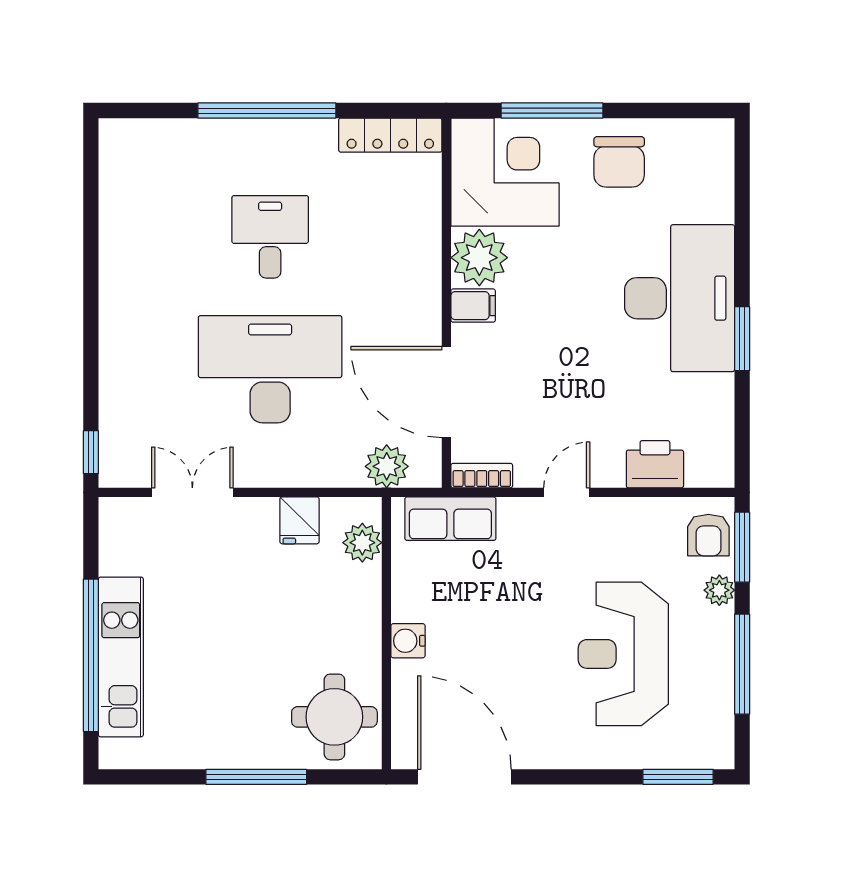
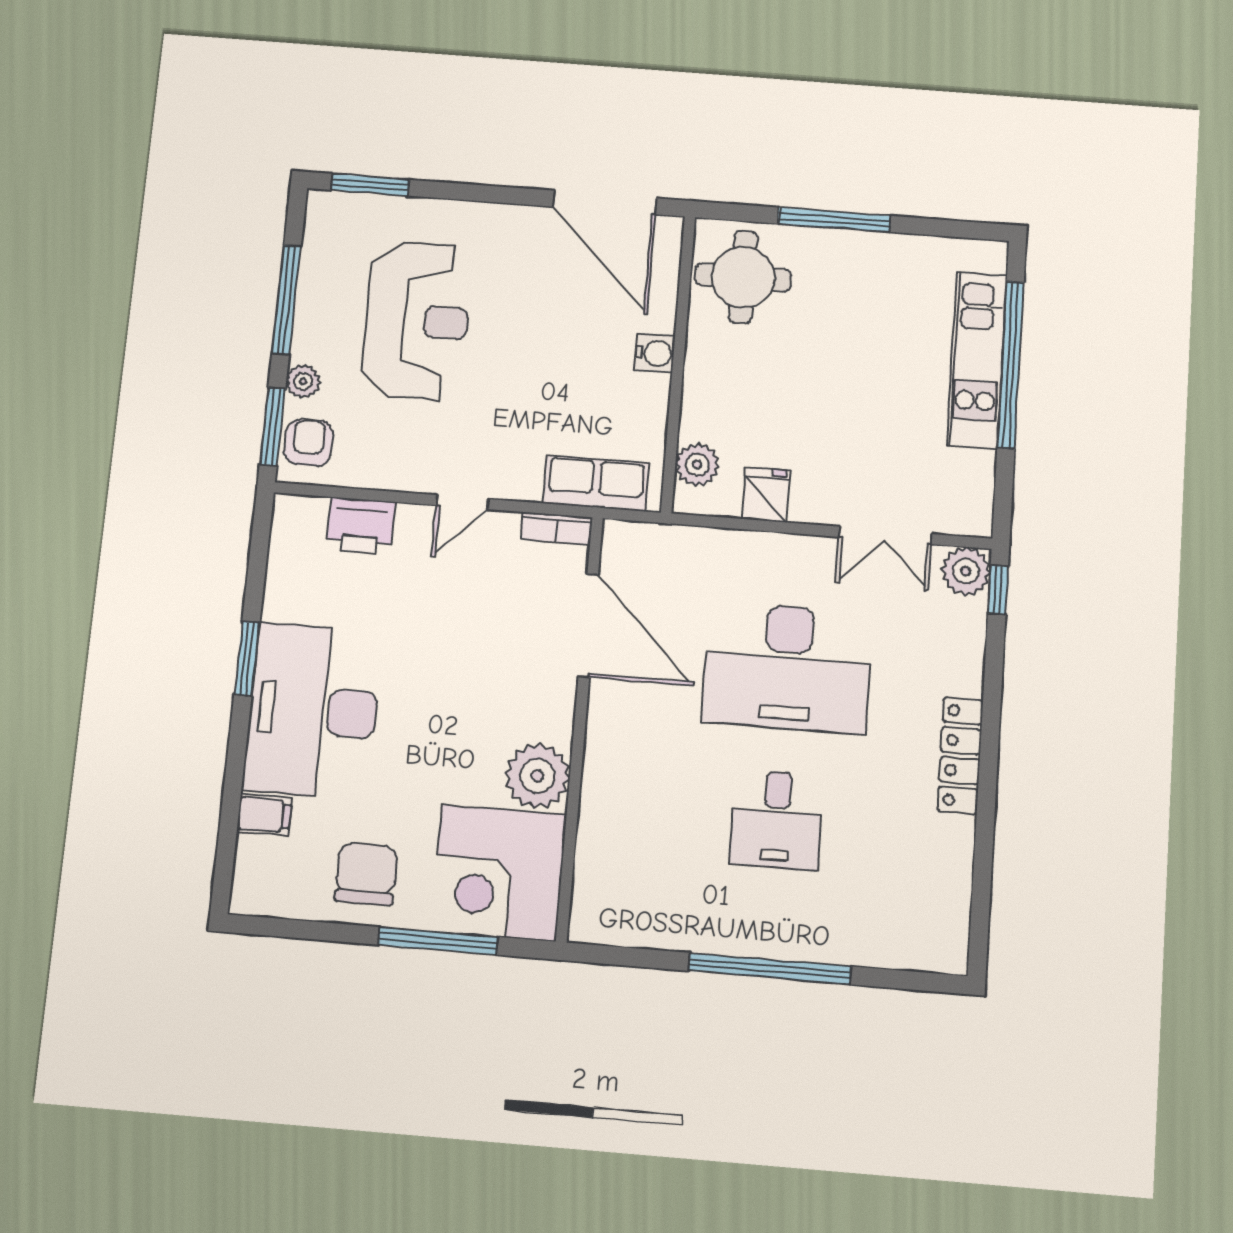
locker: (390, 135) -> (960, 756), moved, turned -90
filing cabinet: (473, 306) -> (264, 815), moved, turned 180
plant: (387, 466) -> (966, 571), moved

